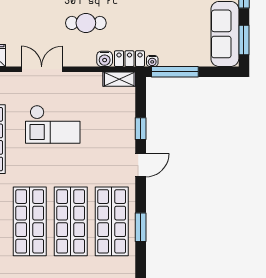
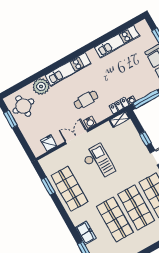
water cooler: (105, 59) -> (90, 122), moved
checkout: (53, 124) -> (98, 162), turned -90

